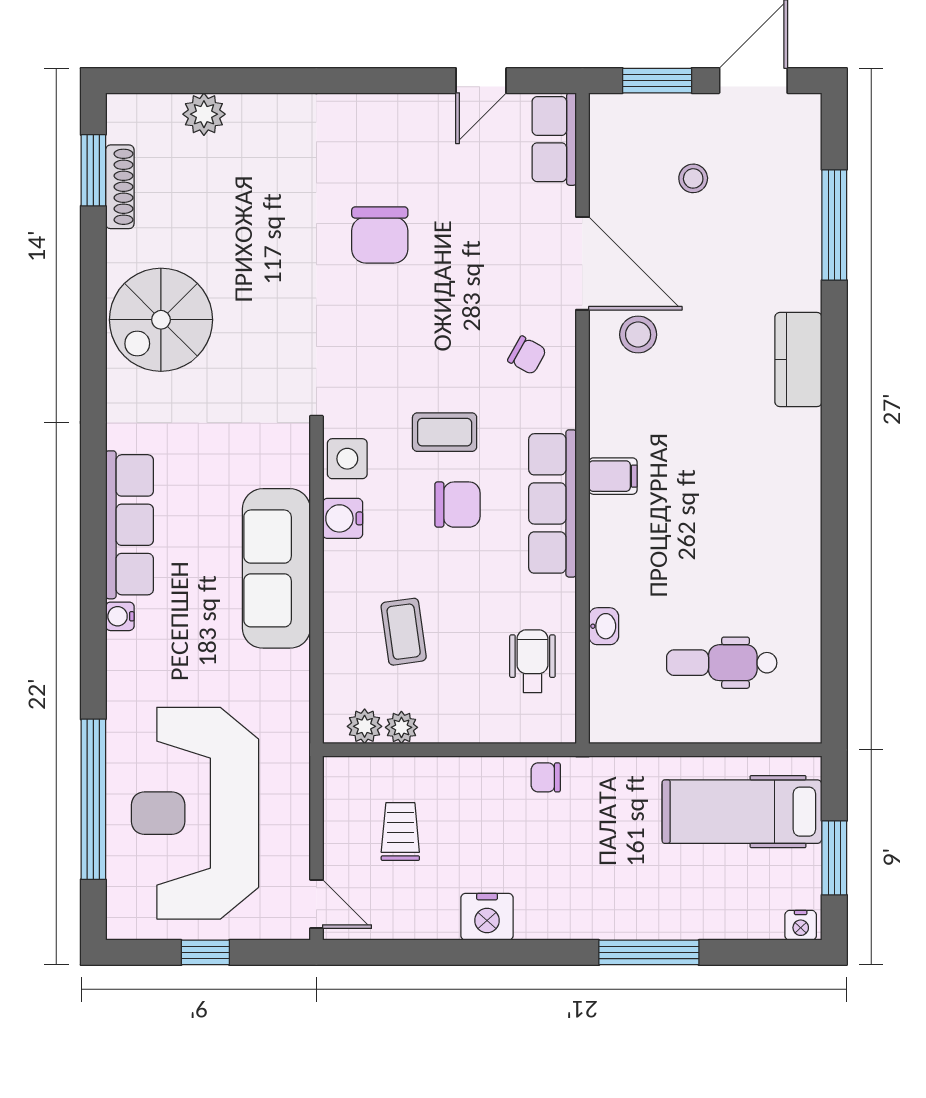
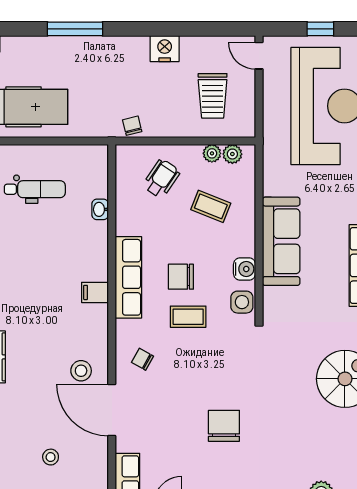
coffee table: (404, 632) -> (211, 206), turned -60
wheelchair: (532, 661) -> (161, 179), moved, turned -146
chair: (546, 777) -> (132, 126), turned -104
trolley: (400, 832) -> (213, 96), width x1.36, depth x1.39

